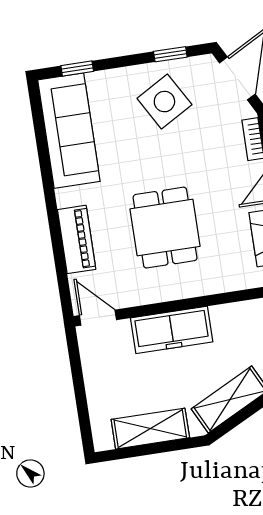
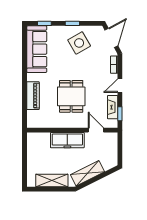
window: (170, 54) -> (72, 23), moved
door: (98, 318) -> (96, 130), moved

